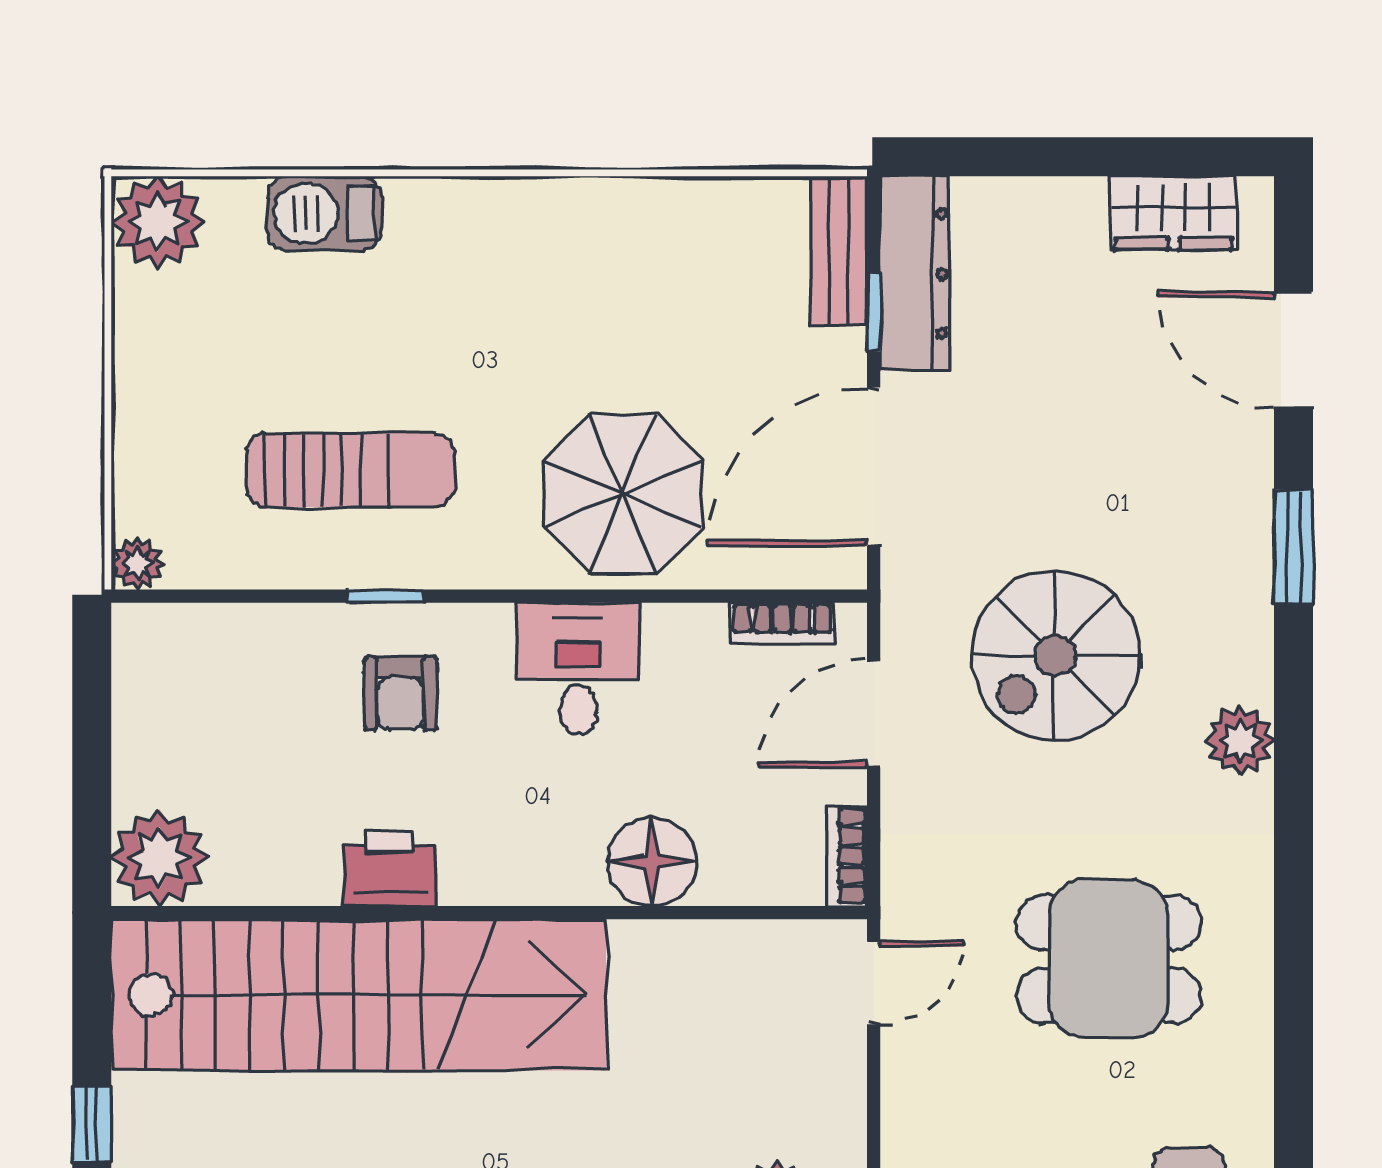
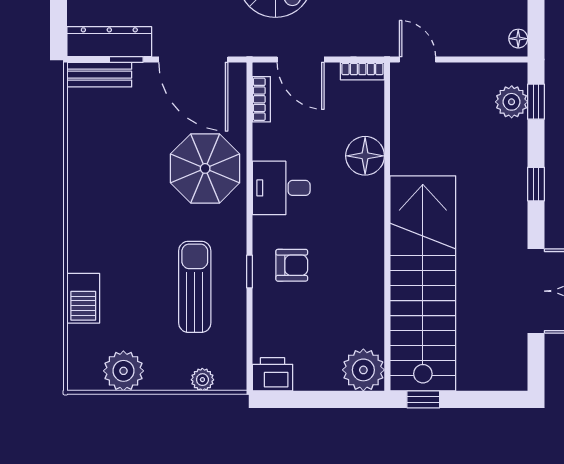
plant: (157, 222) -> (123, 371), moved
plant: (137, 563) -> (202, 380), moved
printer: (390, 868) -> (272, 374), moved, turned 90
window: (92, 1123) -> (423, 399), moved

